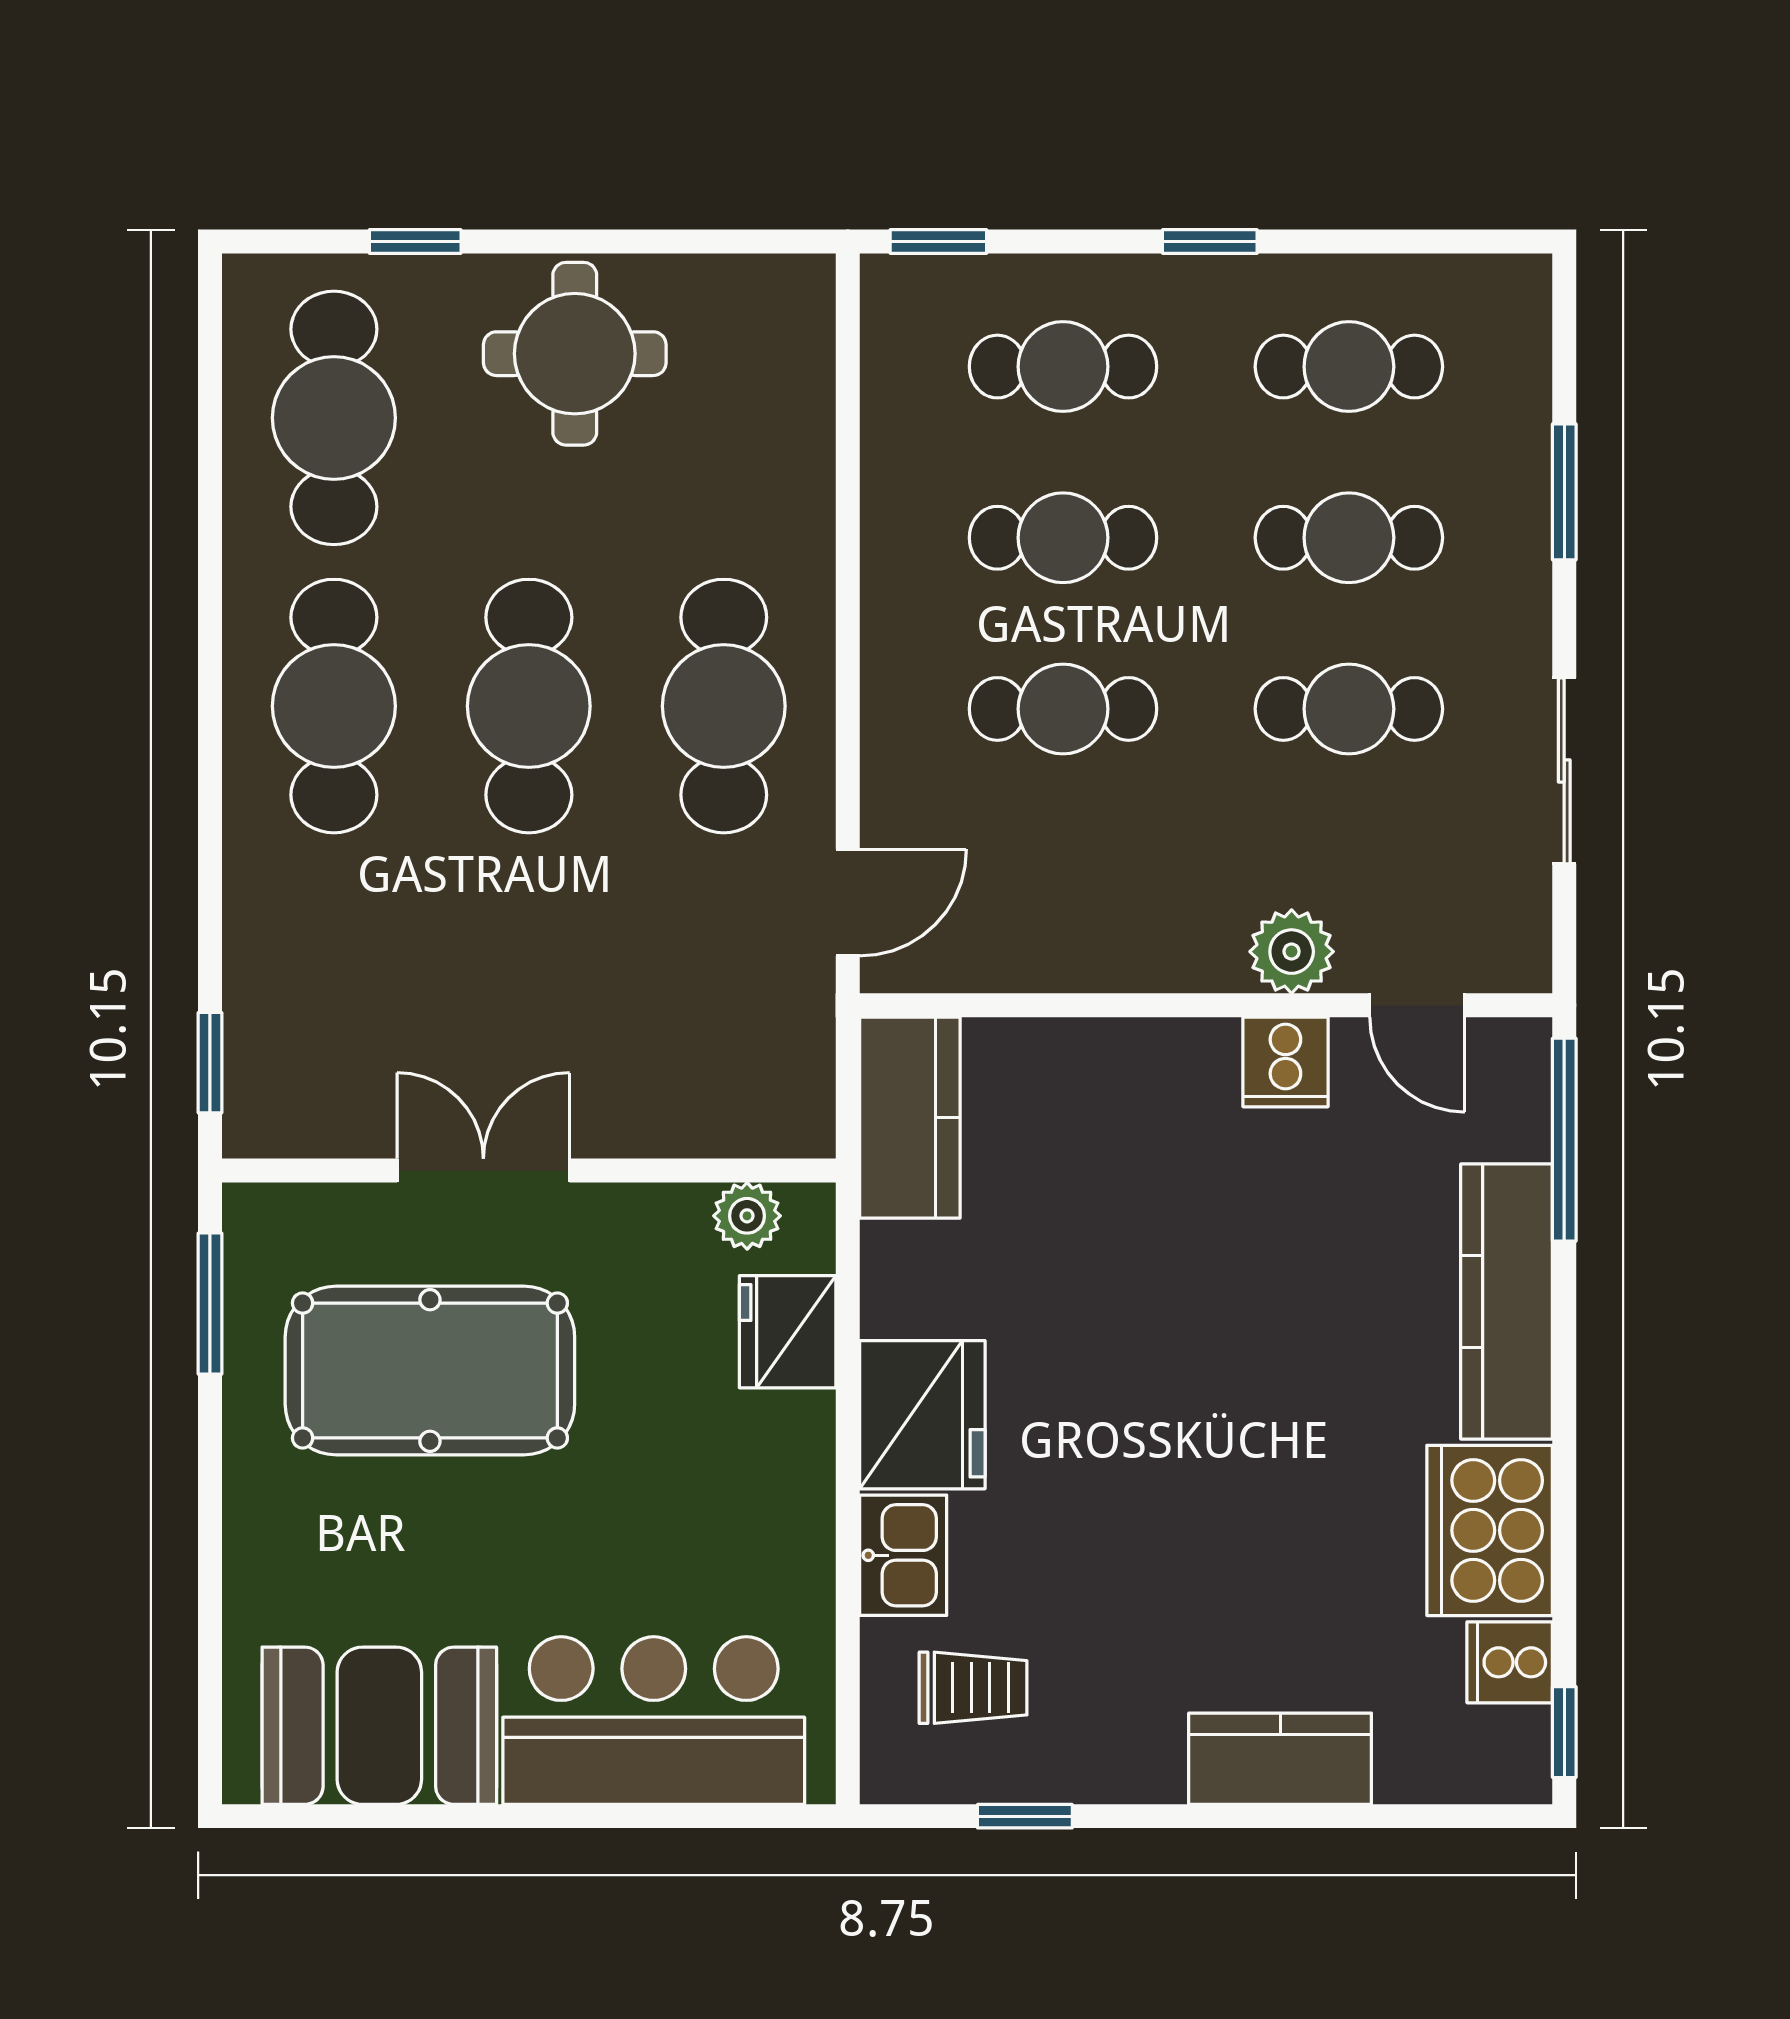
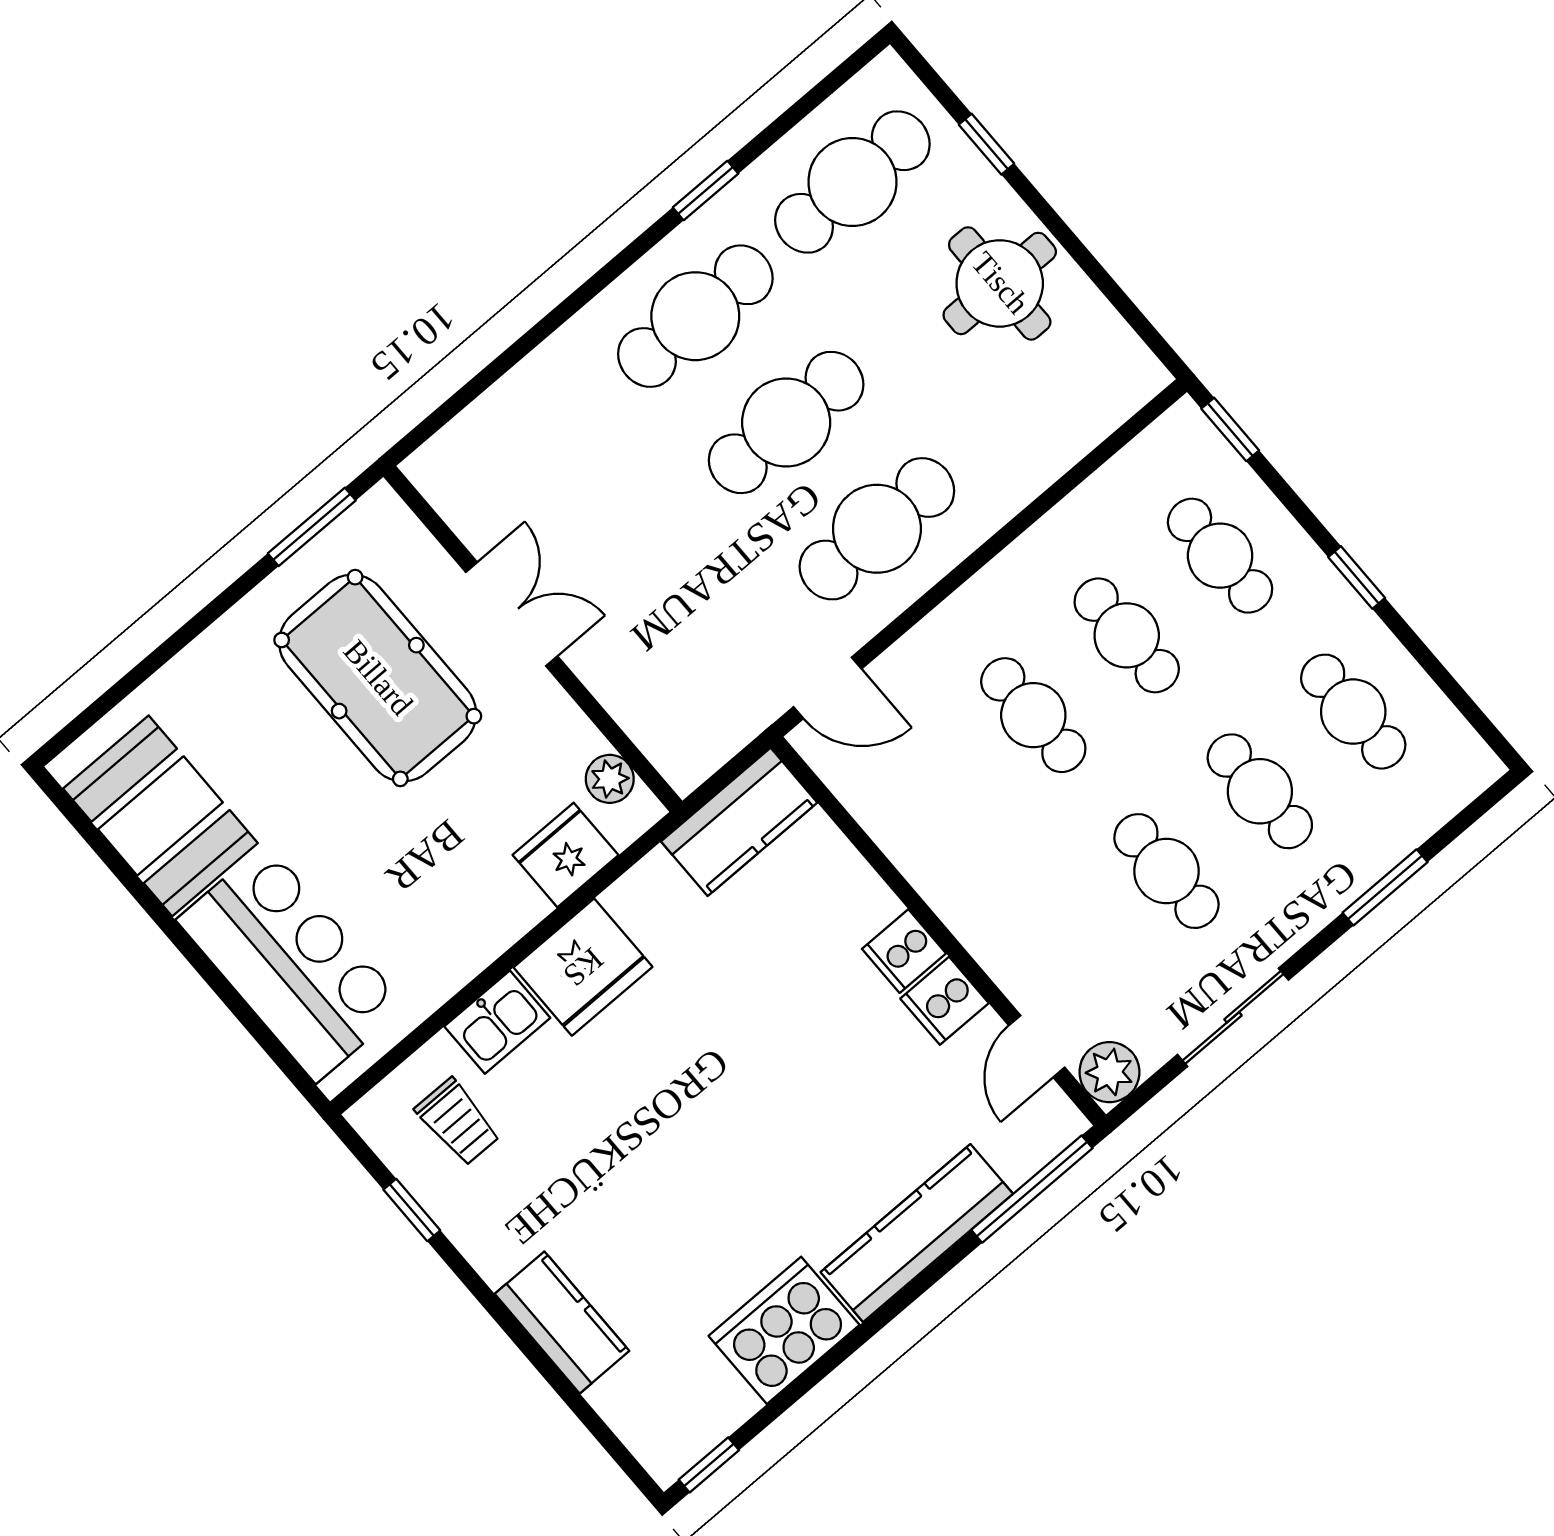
plant: (1292, 952) -> (1109, 1072), moved
window: (210, 1063) -> (706, 191), moved
cooker: (1510, 1662) -> (904, 951), moved, turned -90

